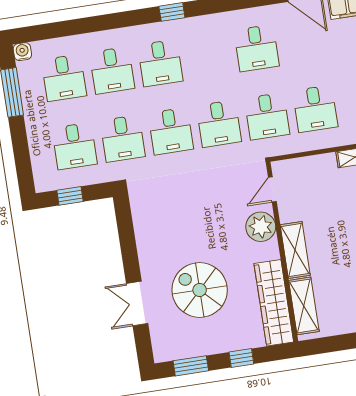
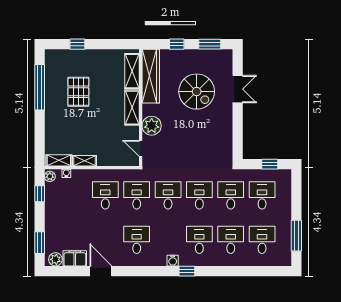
water cooler: (22, 52) -> (173, 261), moved
door: (272, 189) -> (141, 148), swing flipped

